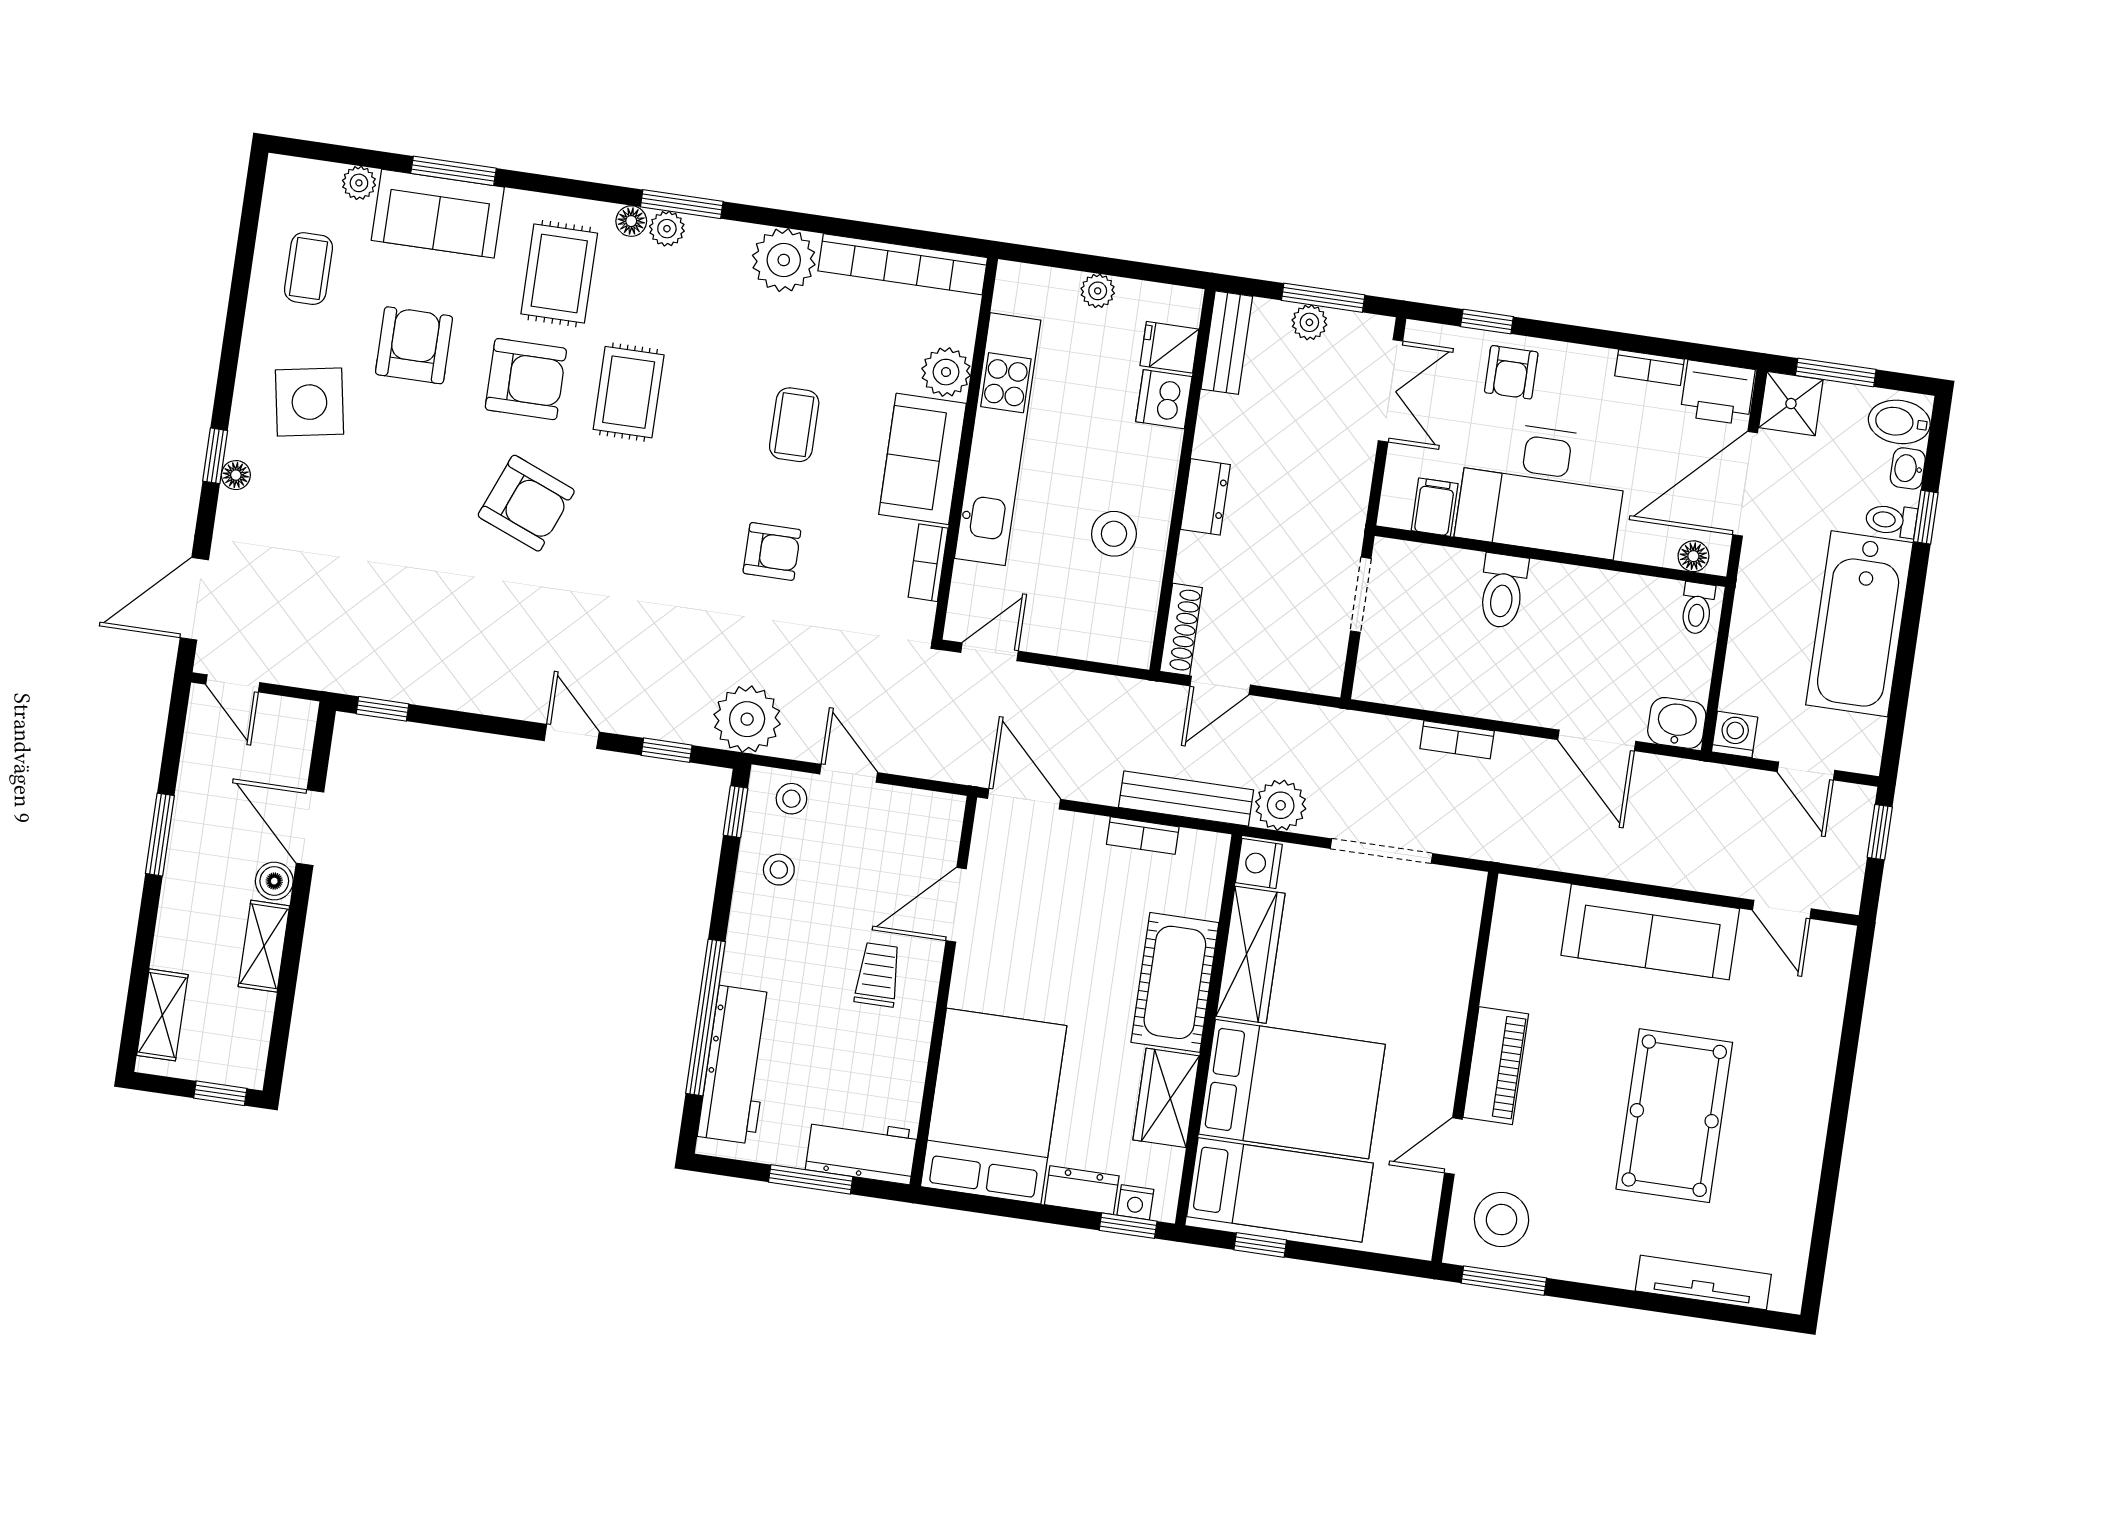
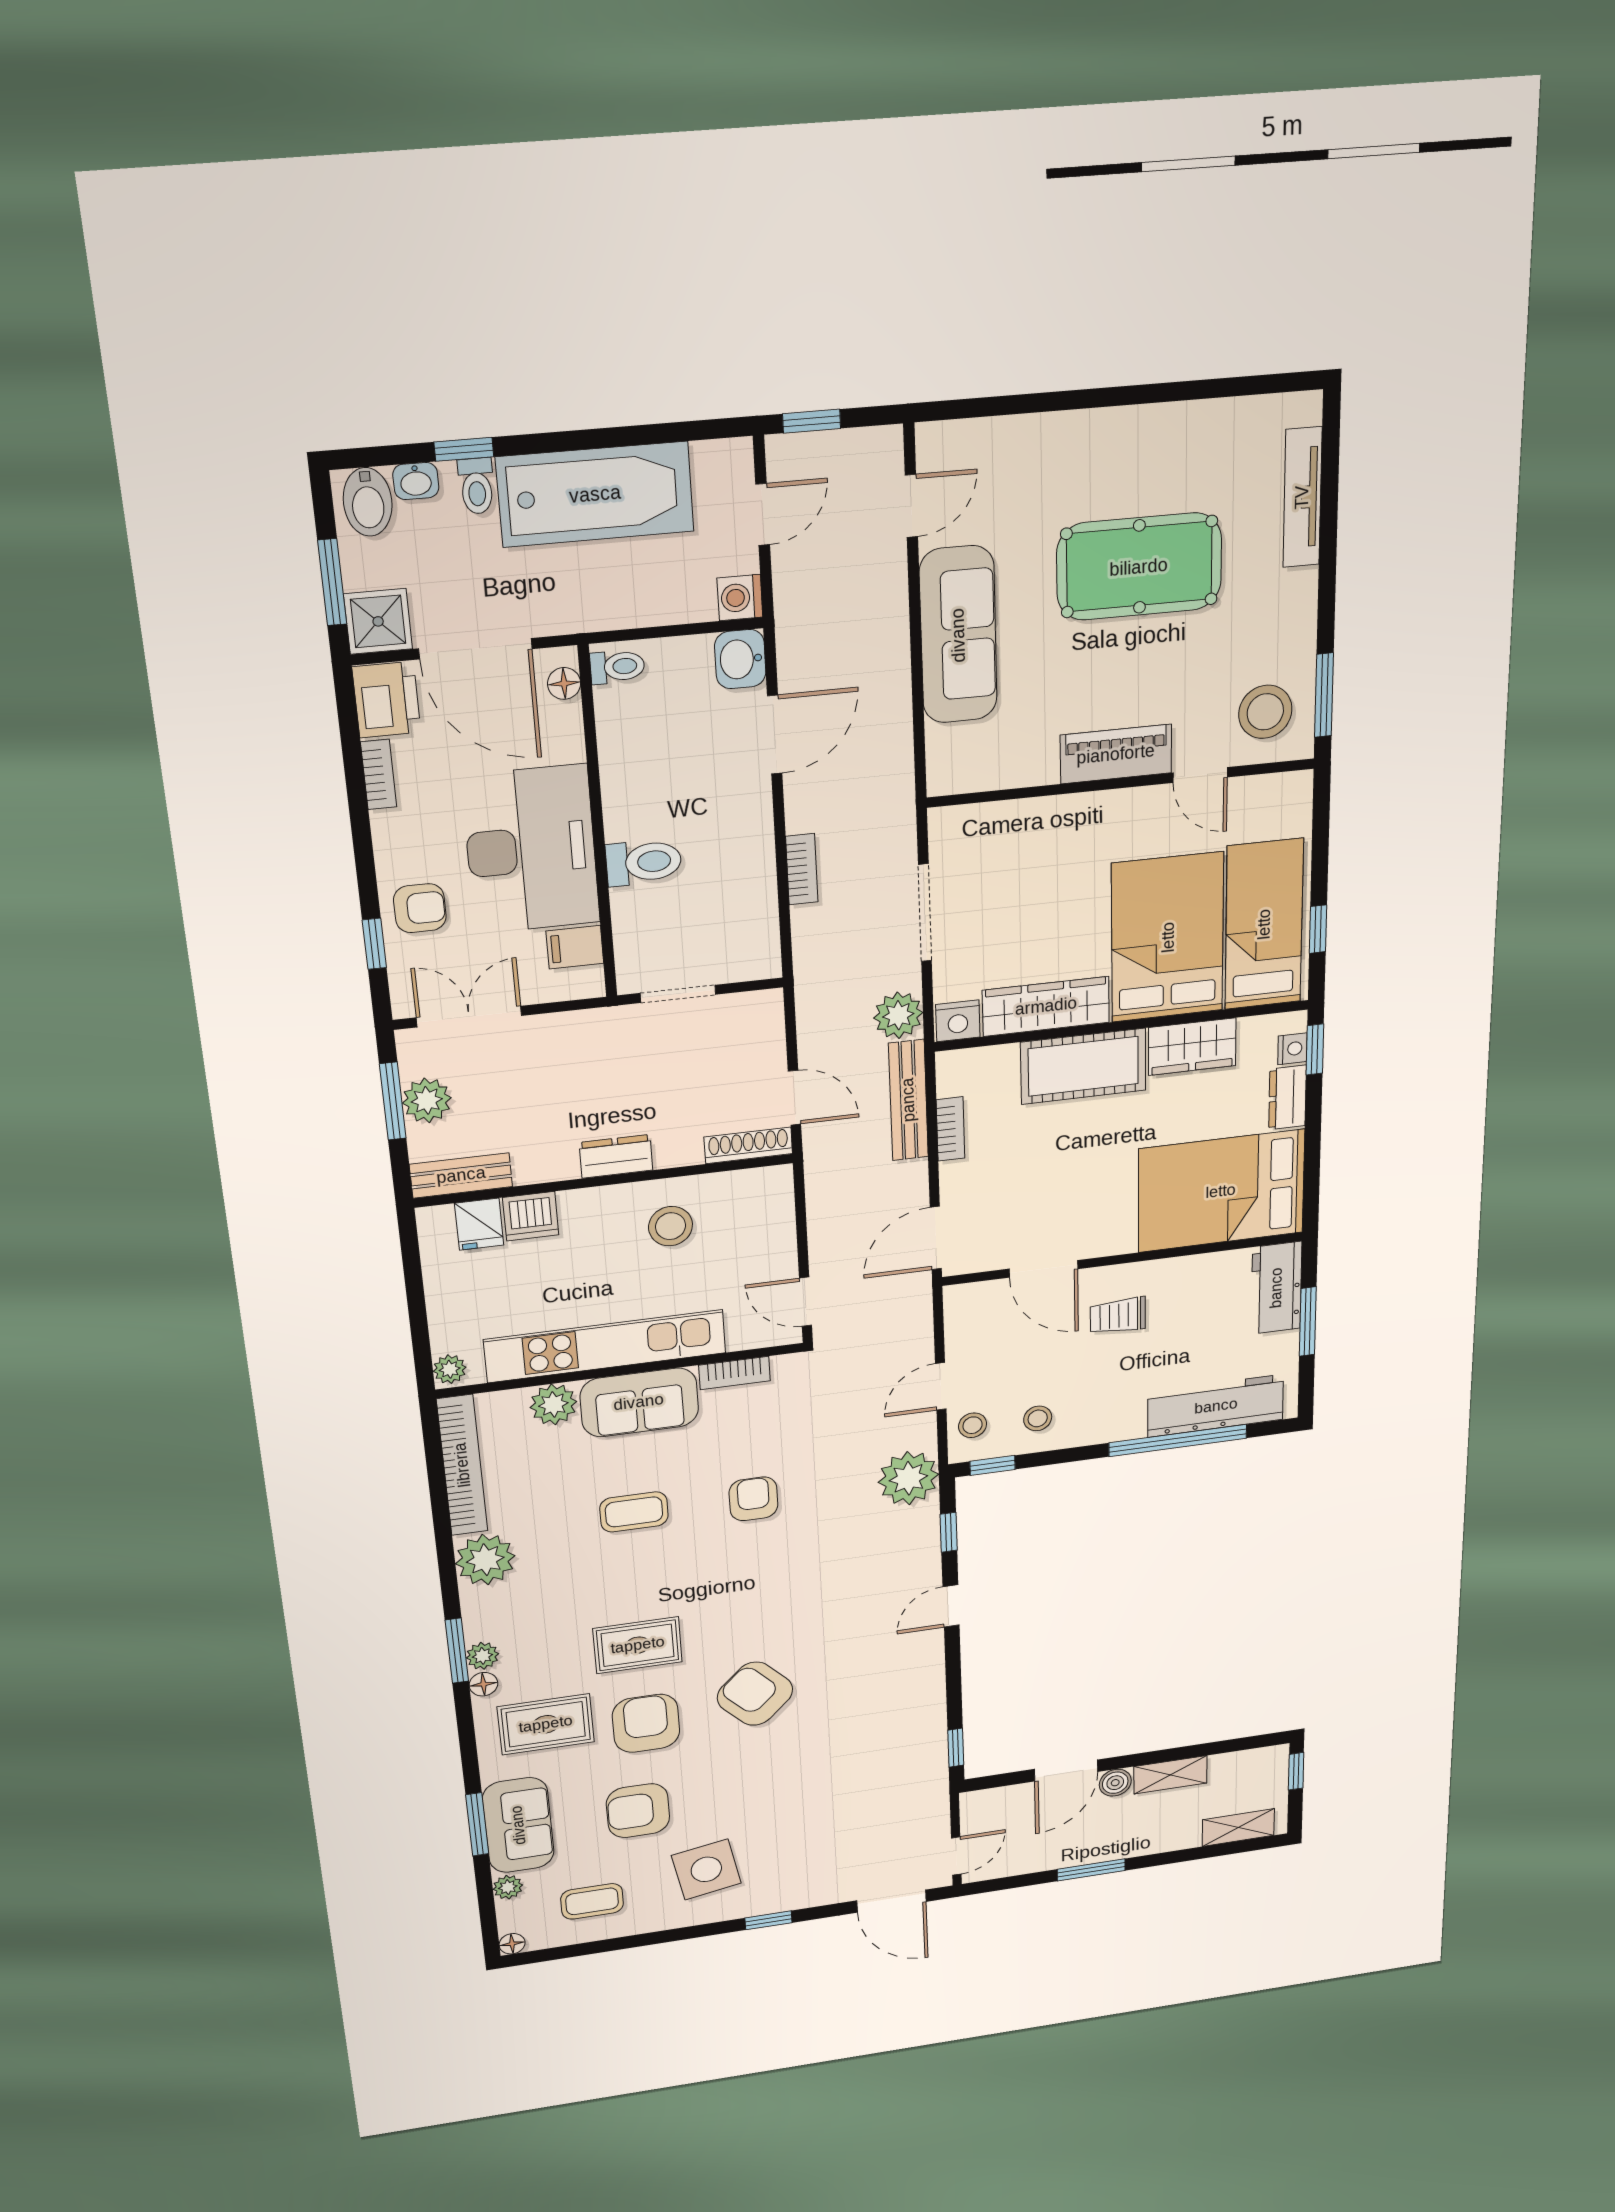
plant: (1098, 291) -> (450, 1369), moved
plant: (1309, 322) -> (427, 1100), width x1.38, depth x1.38
floor lamp: (236, 475) -> (512, 1944), moved
armchair: (526, 503) -> (755, 1694), turned -66

